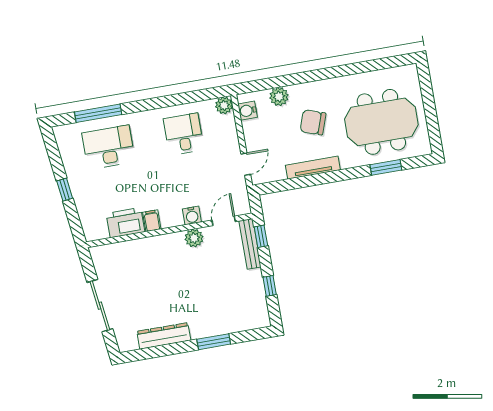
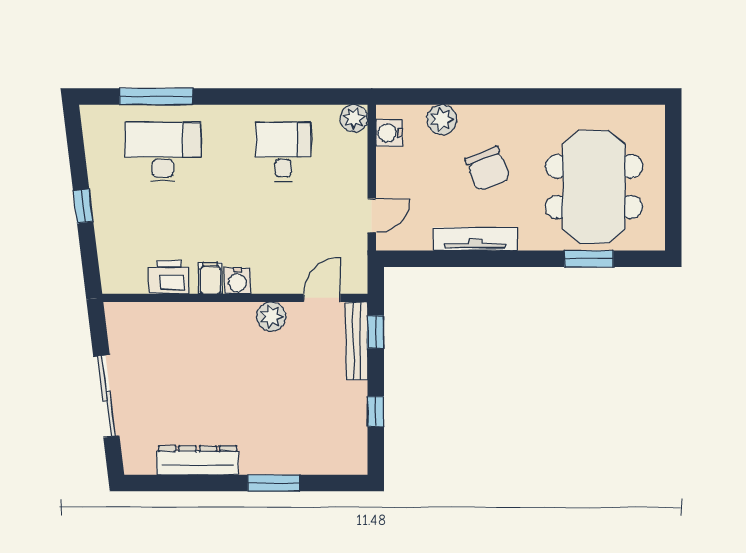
chair: (313, 122) -> (488, 169), turned -131
meeting table: (381, 122) -> (594, 187), turned 90
water cooler: (192, 215) -> (237, 281), moved
printer: (125, 223) -> (169, 277), width x0.73, depth x0.84

